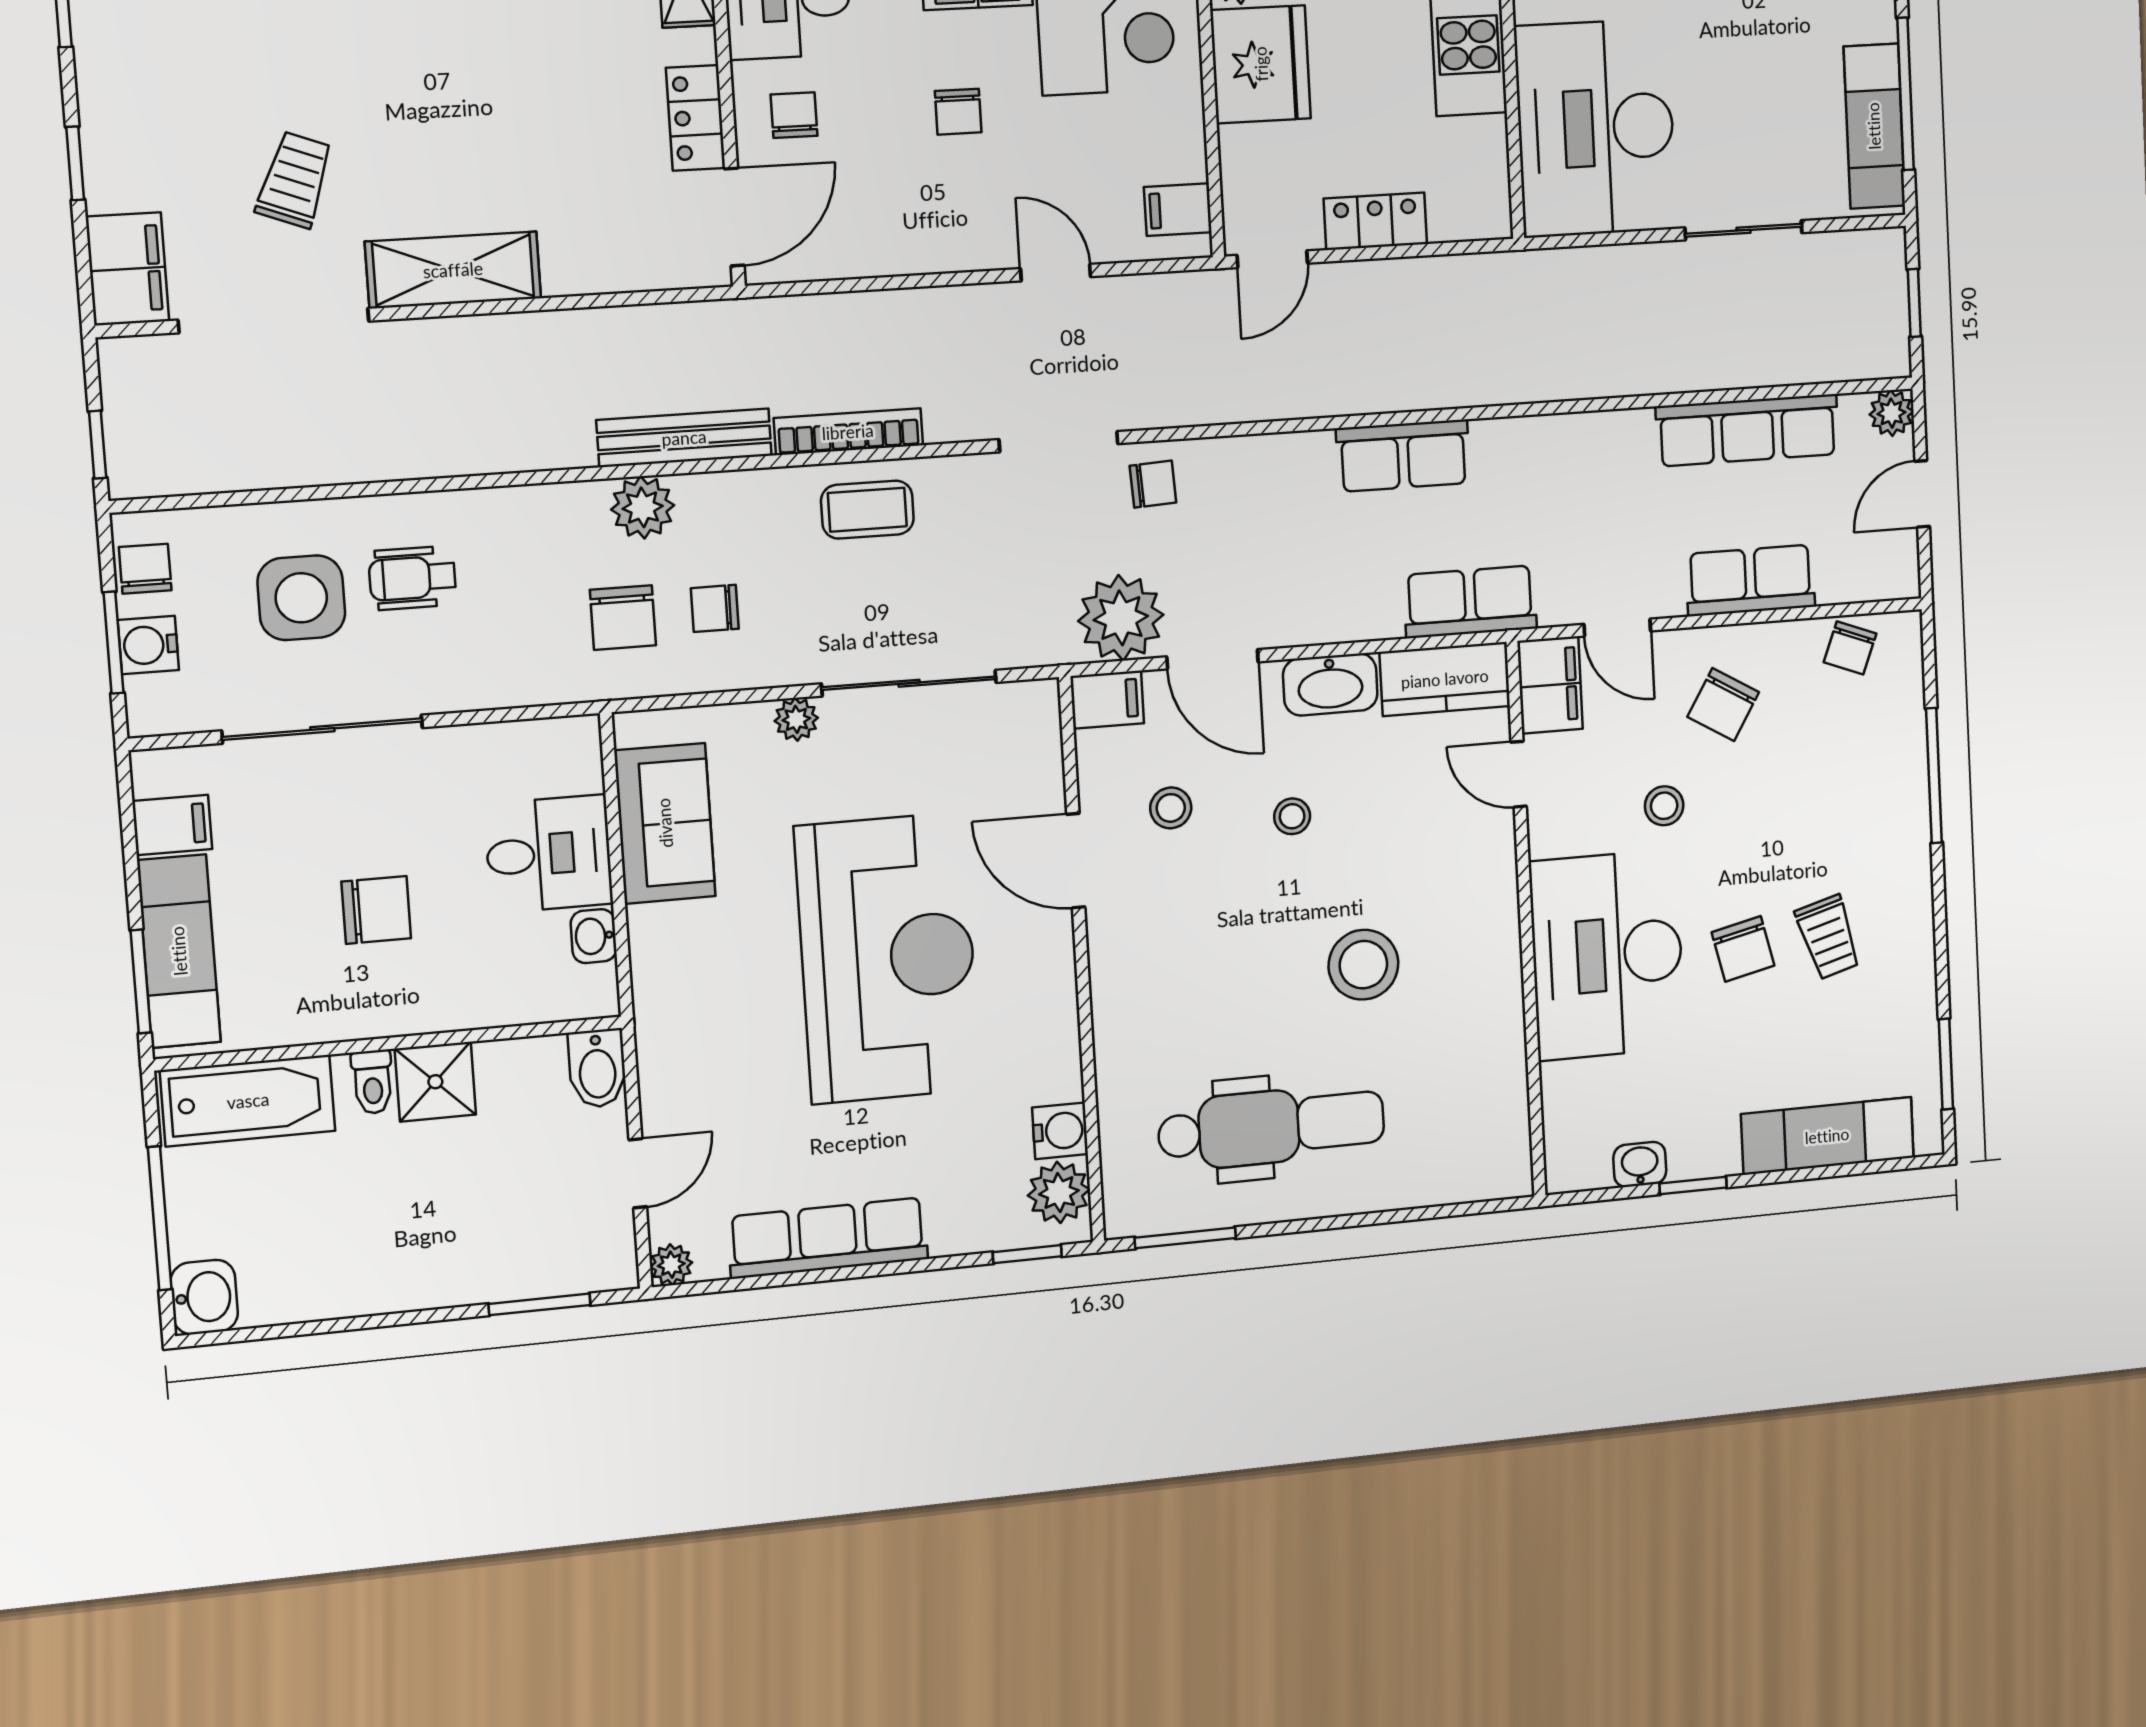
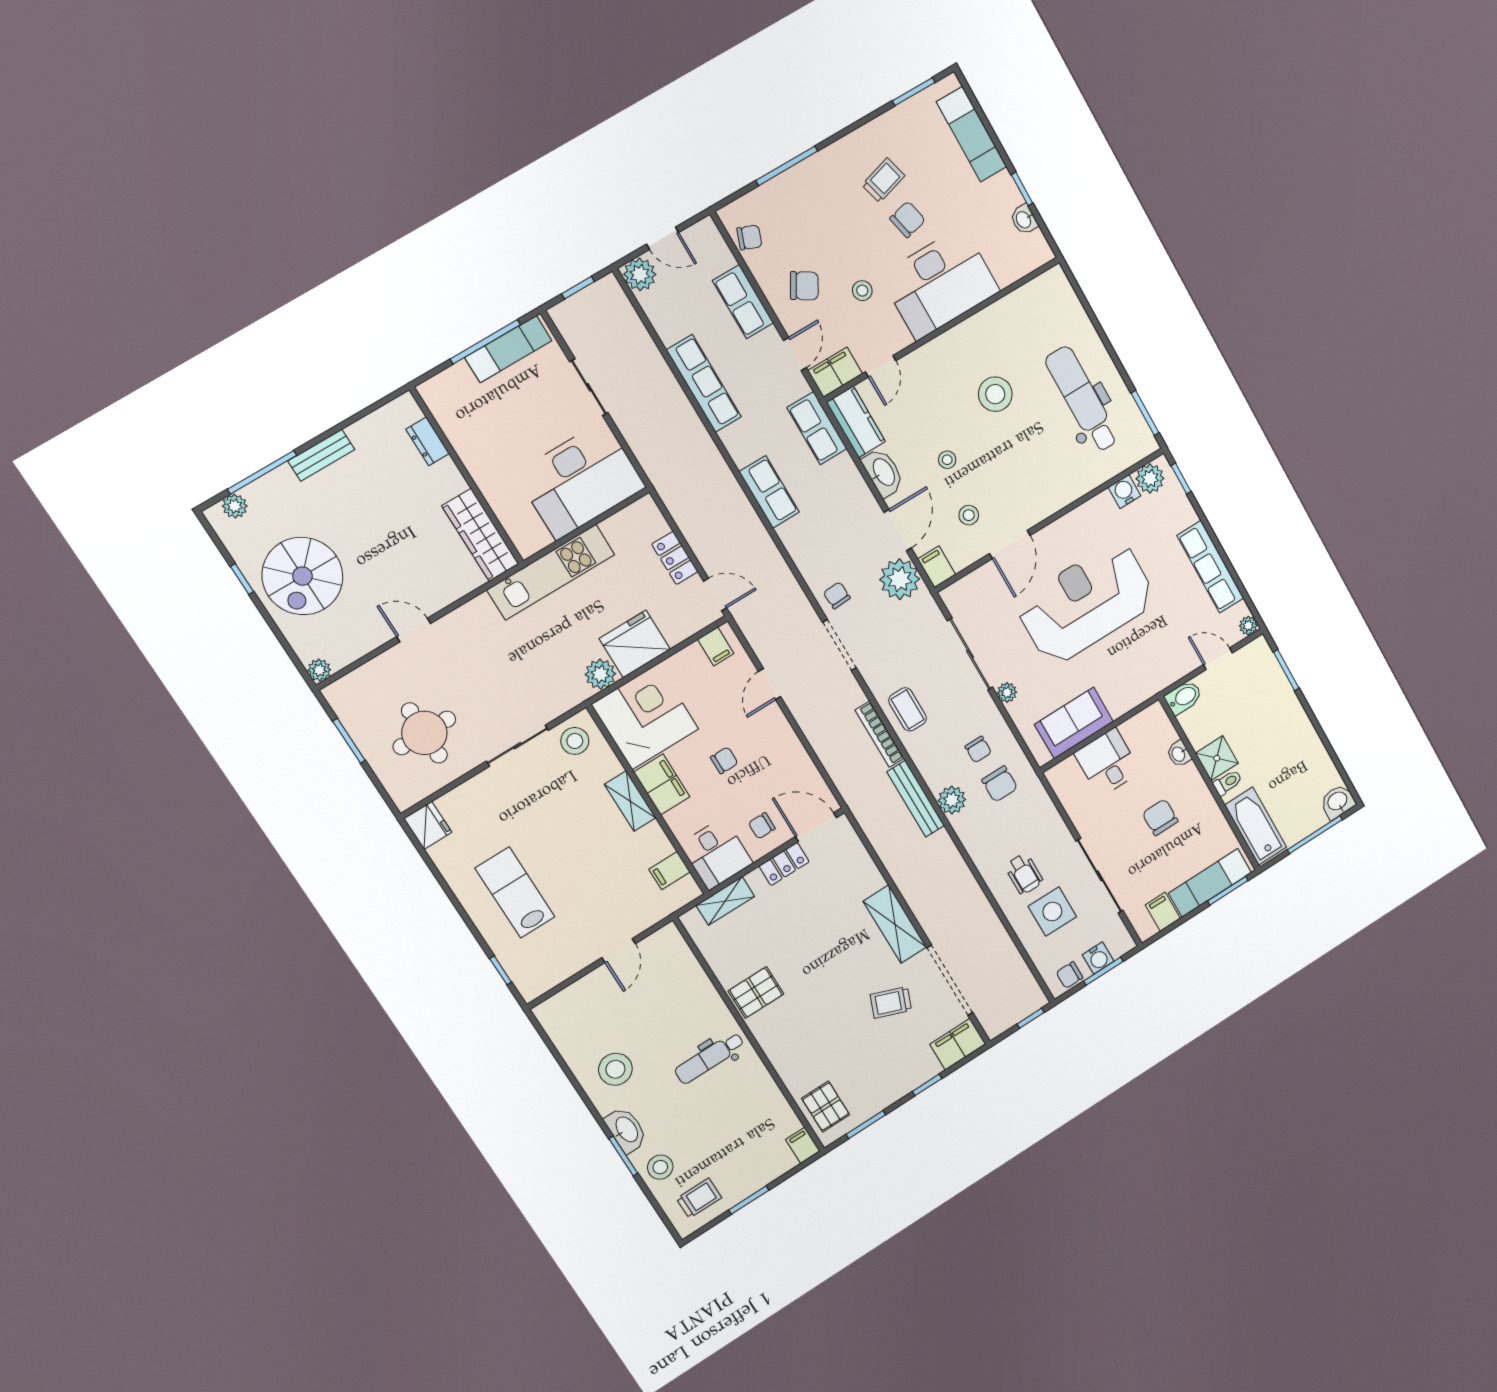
plant: (1891, 413) -> (640, 274), width x1.38, depth x1.38
row of seats: (1747, 430) -> (704, 383), moved
chair: (623, 618) -> (1000, 784), turned 90
washbasin: (594, 936) -> (1179, 754), moved, turned 90

